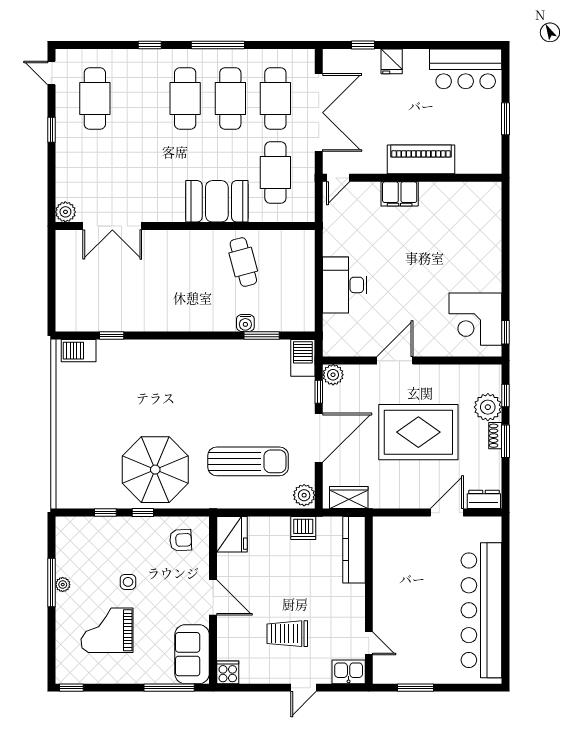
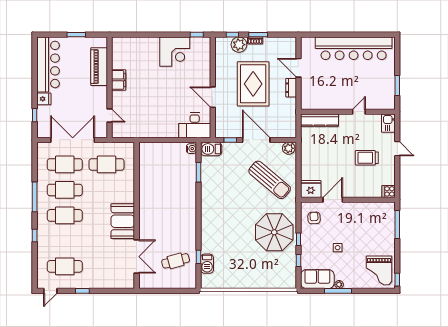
bar counter: (466, 69) -> (48, 64), width x1.36
piano: (421, 159) -> (99, 67), moved
door: (338, 178) -> (110, 115), moved
filing cabinet: (400, 194) -> (119, 80), moved
booth: (217, 201) -> (123, 221), moved
plant: (65, 212) -> (129, 283), removed
cafe table: (243, 262) -> (176, 261), moved
desk: (345, 285) -> (195, 125), moved
corner desk: (475, 319) -> (175, 52), moved
water cooler: (245, 323) -> (191, 149), moved
barbecue: (79, 351) -> (207, 264), moved
plant: (333, 375) -> (221, 132), removed
sun lounger: (248, 461) -> (270, 180), turned 130
wardrobe: (349, 498) -> (290, 123), removed
dresser: (484, 499) -> (291, 88), moved
dishwasher: (303, 528) -> (307, 149), removed
door: (213, 598) -> (333, 200), moved
grand piano: (107, 630) -> (379, 271), moved
trolley: (287, 634) -> (367, 158), turned 90
door: (369, 643) -> (359, 112), moved
sofa: (192, 654) -> (317, 279), moved, turned 180

